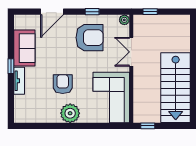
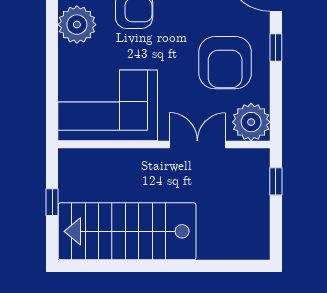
window: (92, 12) -> (276, 47), moved
plant: (124, 20) -> (251, 122), width x1.87, depth x1.87
window: (148, 126) -> (52, 202), moved

